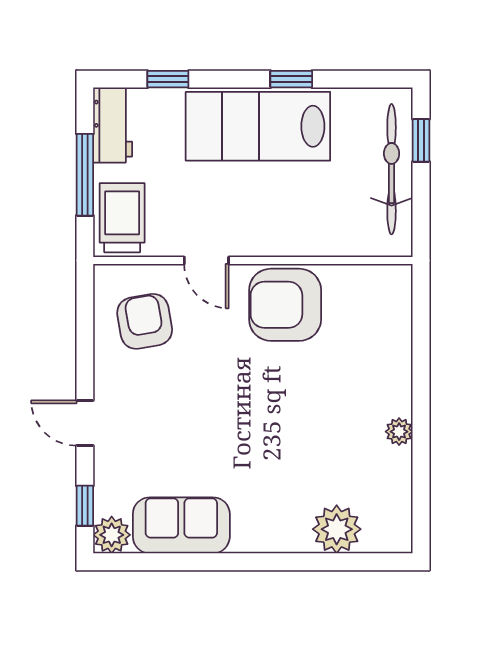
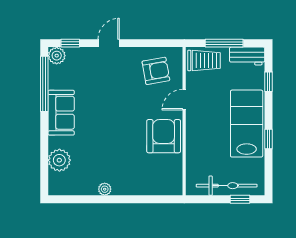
sofa: (181, 525) -> (61, 113), moved
window: (172, 562) -> (44, 84), added

